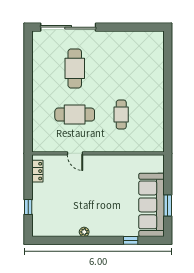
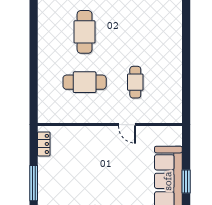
door: (75, 153) -> (127, 125), moved
window: (28, 207) -> (34, 183), width x2.17

